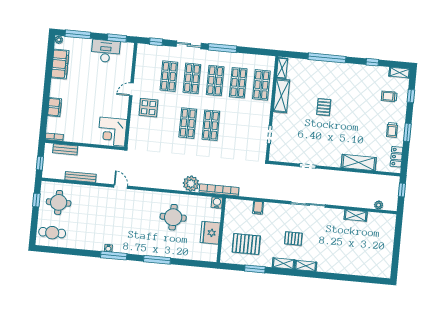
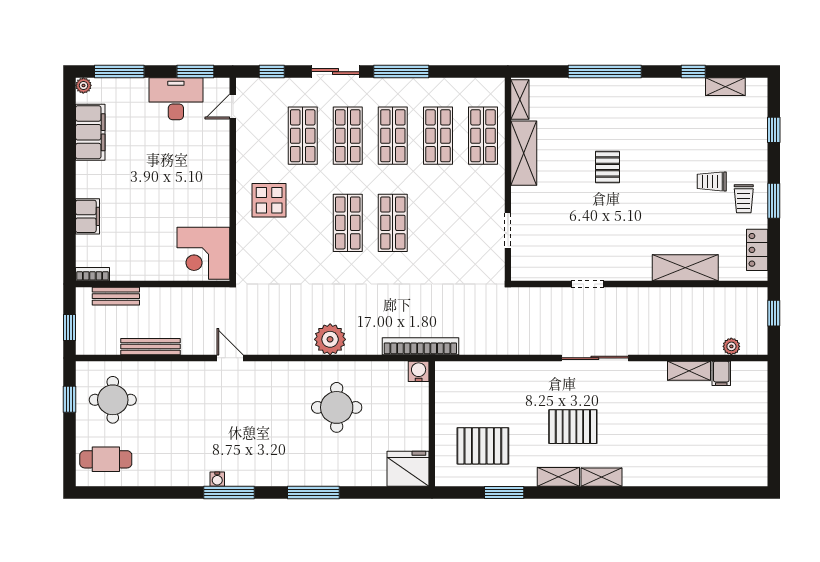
shelving: (400, 73) -> (725, 87), moved
door: (131, 89) -> (233, 107), moved
trolley: (389, 96) -> (712, 181), moved
plant: (191, 184) -> (330, 339), moved
filing cabinet: (258, 208) -> (721, 373), moved
fridge: (210, 233) -> (408, 469), moved, turned 90
pallet: (293, 238) -> (573, 427), width x1.50, depth x1.42

